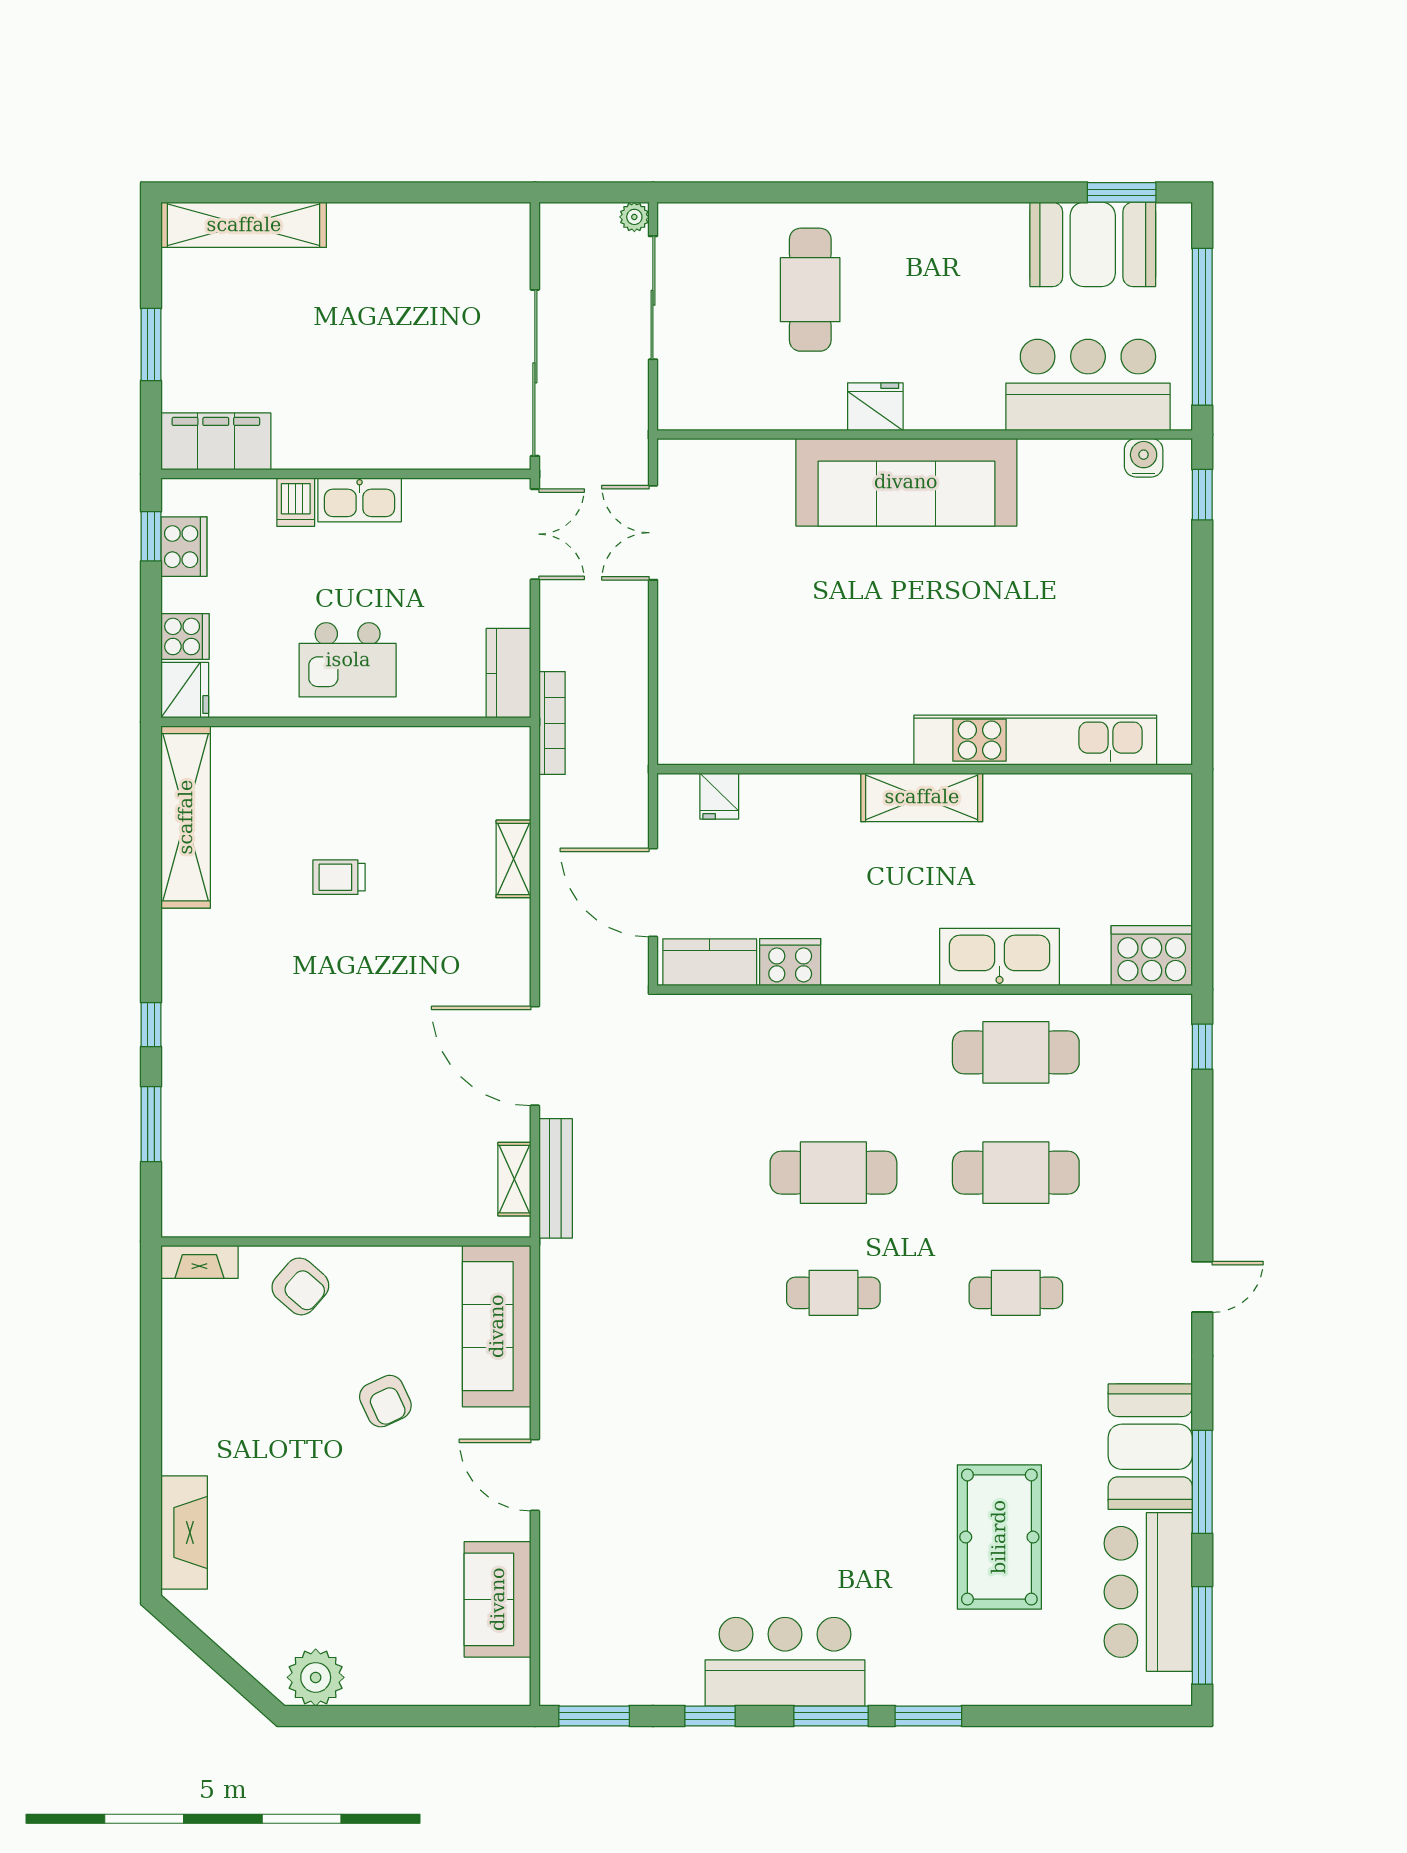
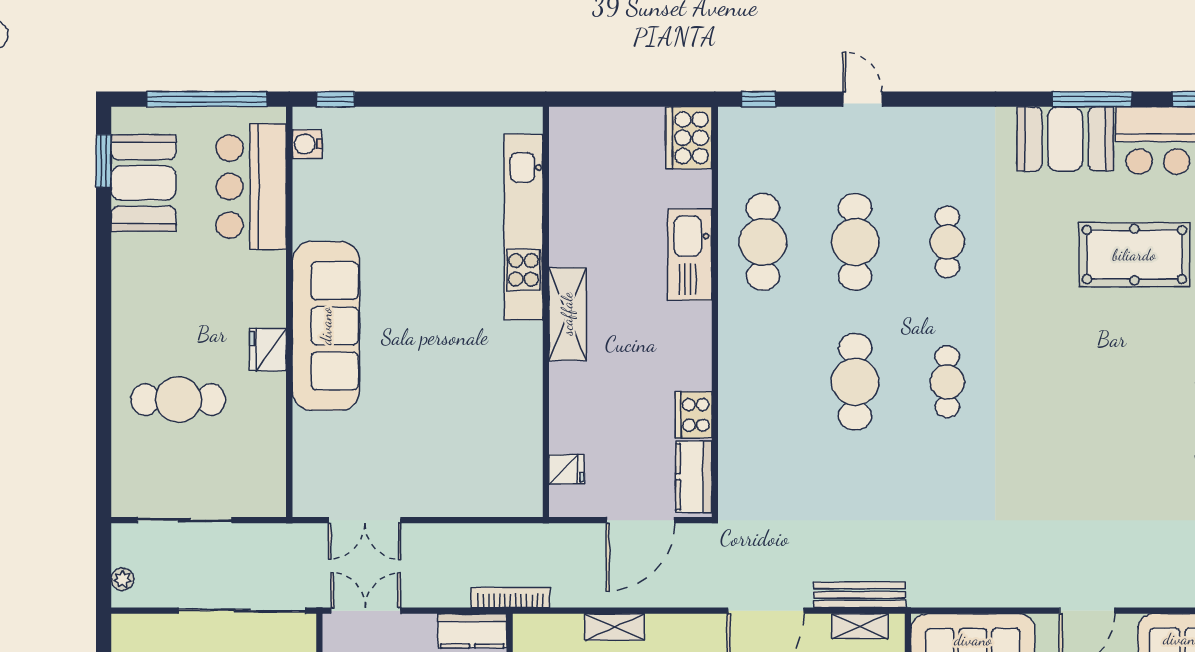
plant: (634, 217) -> (122, 579), moved
door: (1202, 1287) -> (863, 99), moved

